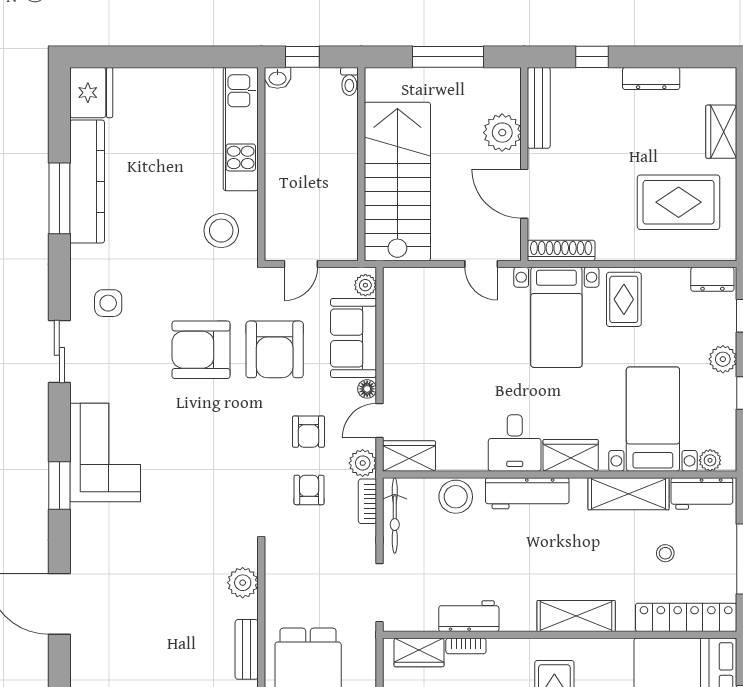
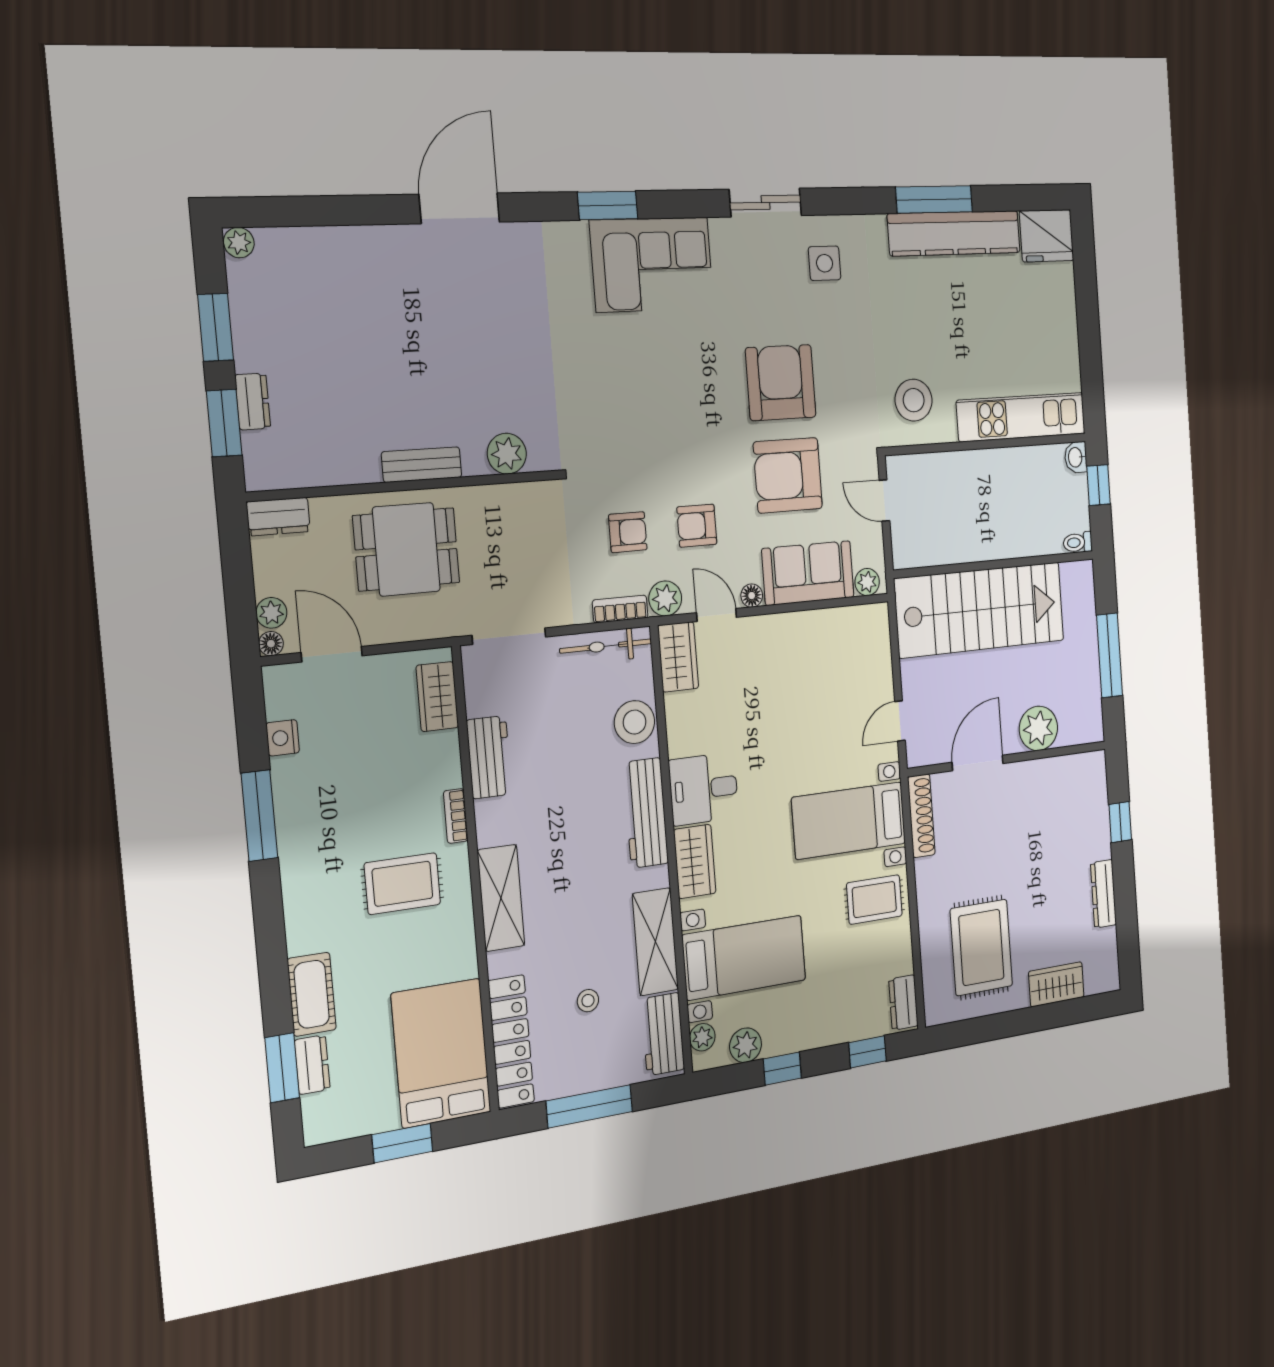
bench: (539, 108) -> (1066, 768), removed
plant: (723, 359) -> (746, 1045), moved
bookcase: (466, 646) -> (456, 816), moved

